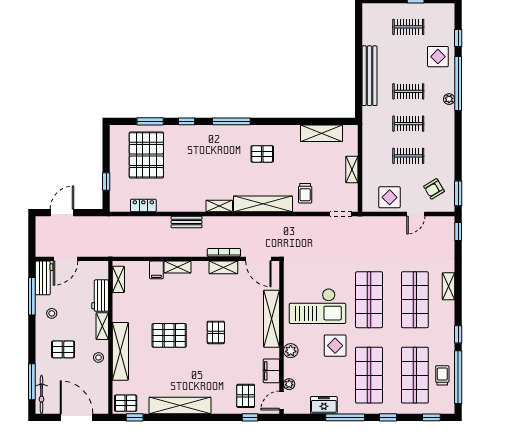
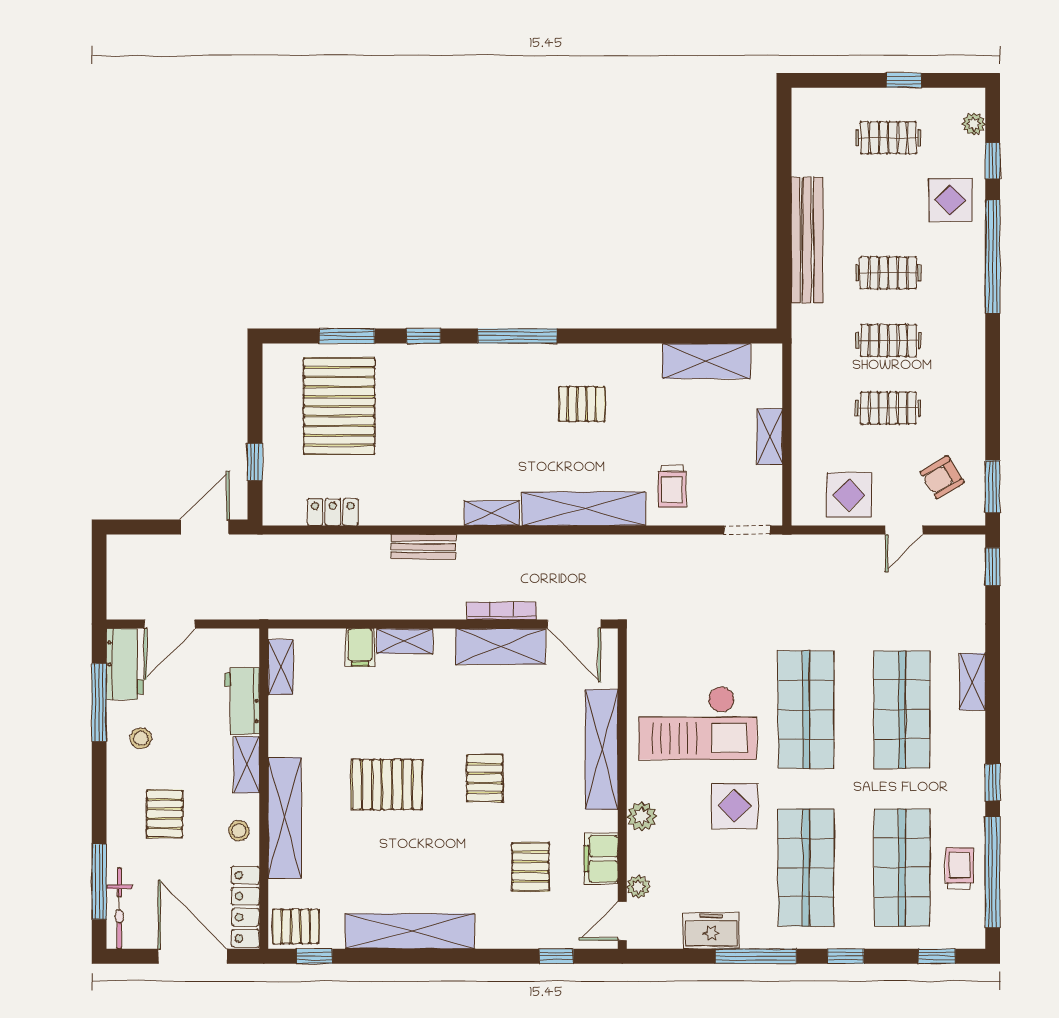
plant: (449, 99) -> (974, 124), moved
door: (62, 213) -> (205, 527), moved
shelving: (223, 267) -> (501, 646), width x1.50, depth x1.33
pallet: (63, 349) -> (165, 814), turned 90
locker: (102, 394) -> (245, 907), added
pallet: (246, 396) -> (531, 867), moved

